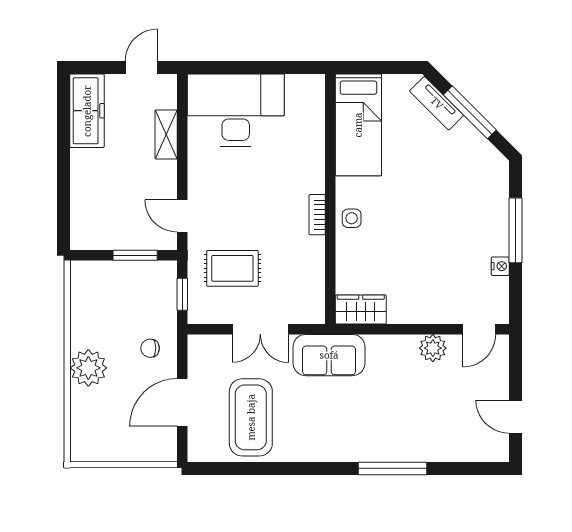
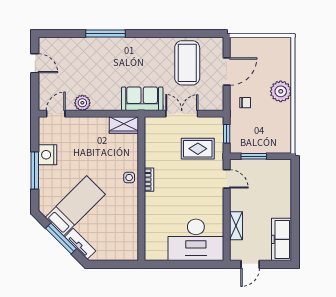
bed: (358, 125) -> (75, 206), moved, turned 45
nightstand: (500, 266) -> (48, 155), width x1.89, depth x1.79

